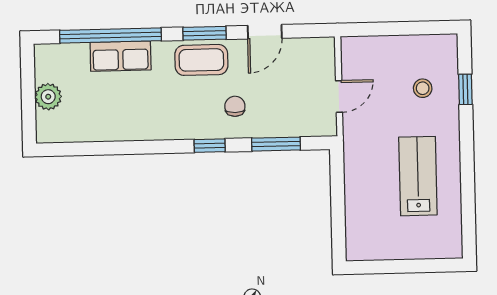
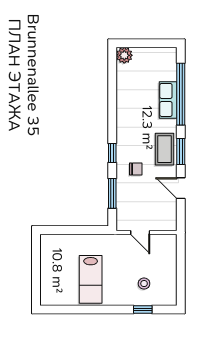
plant: (48, 97) -> (124, 55), moved
lab bench: (418, 176) -> (91, 279), turned 90

